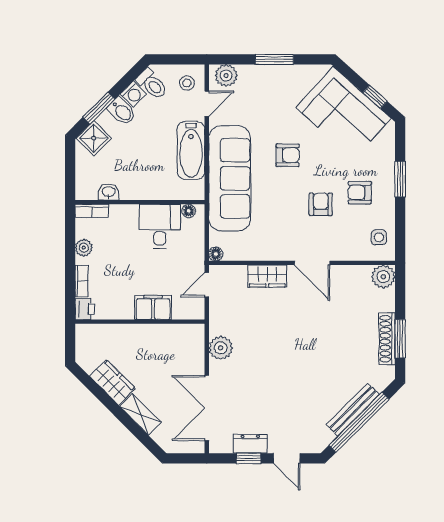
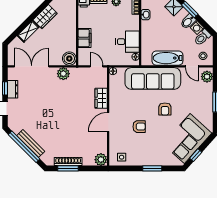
armchair: (360, 193) -> (145, 147), removed
boiler: (192, 336) -> (69, 59), added

